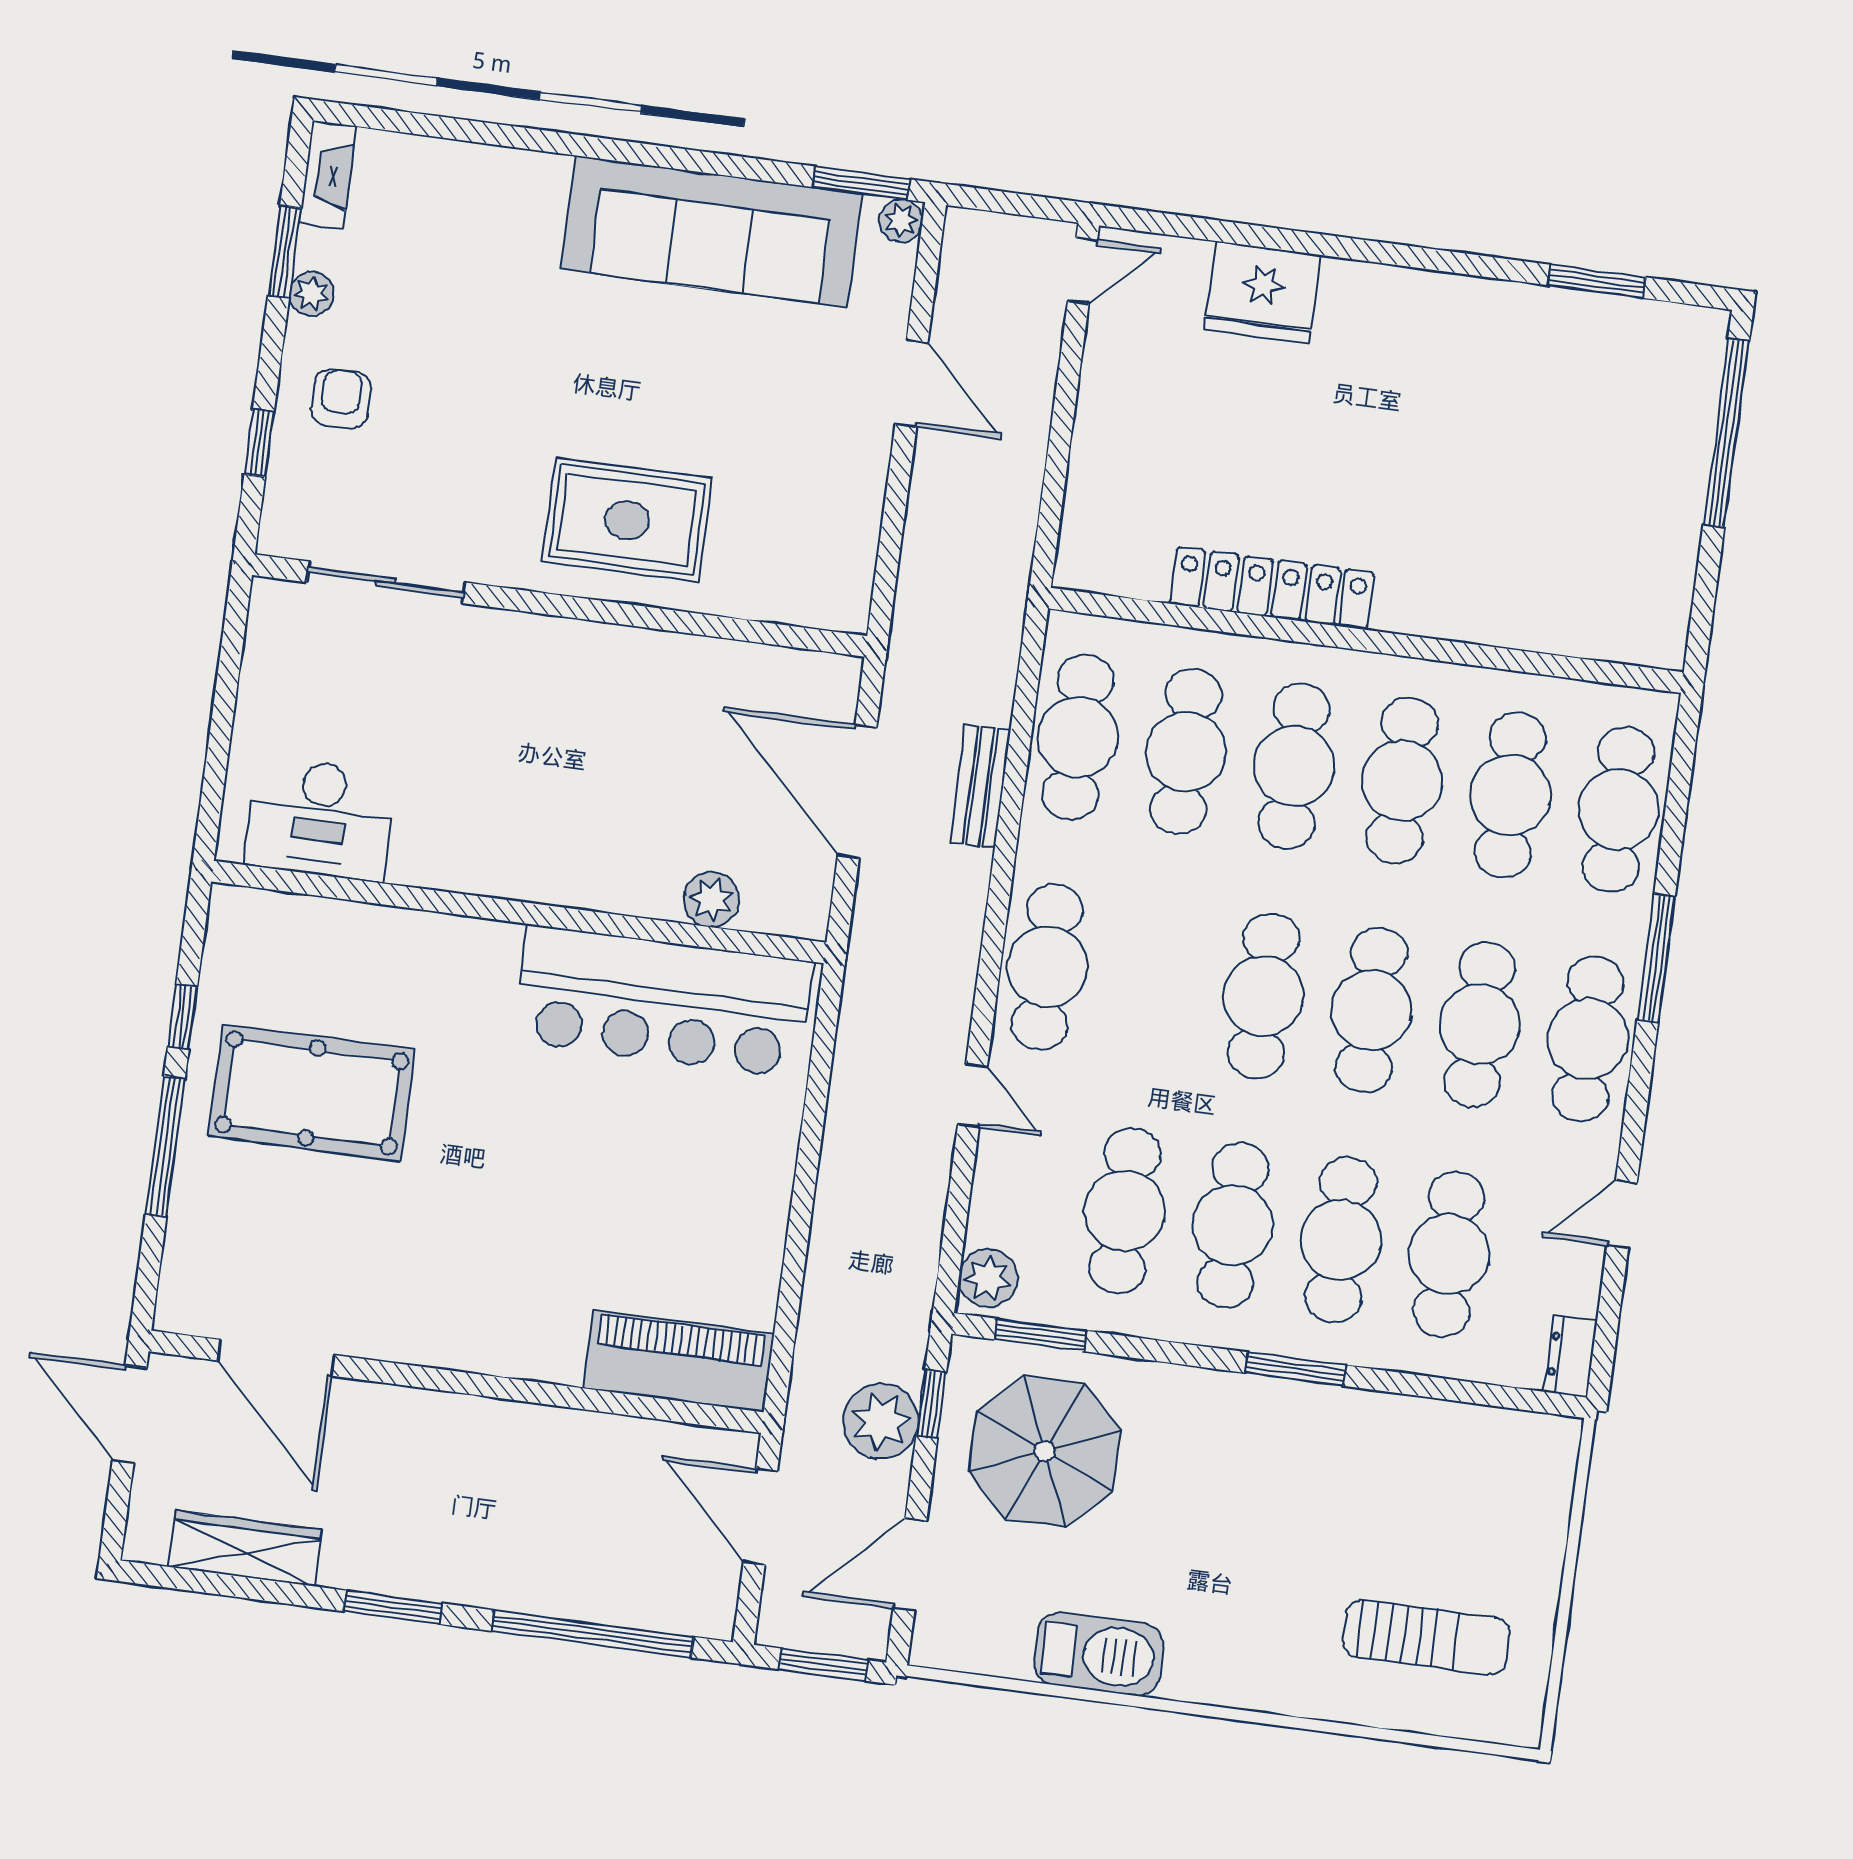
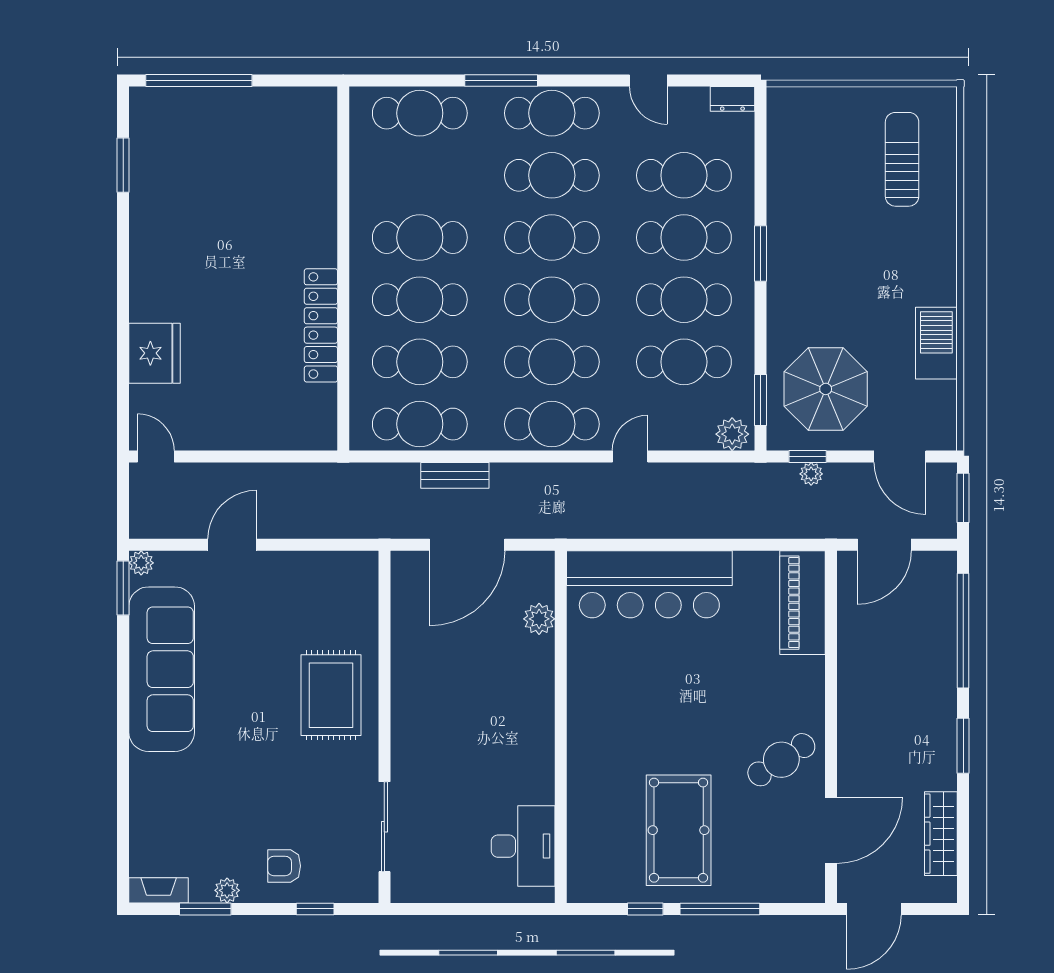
cafe table: (1510, 795) -> (552, 362), moved
bar counter: (663, 1001) -> (649, 584), moved, turned 90
cafe table: (410, 1288) -> (781, 760), added
plant: (881, 1421) -> (811, 474), width x0.53, depth x0.53

